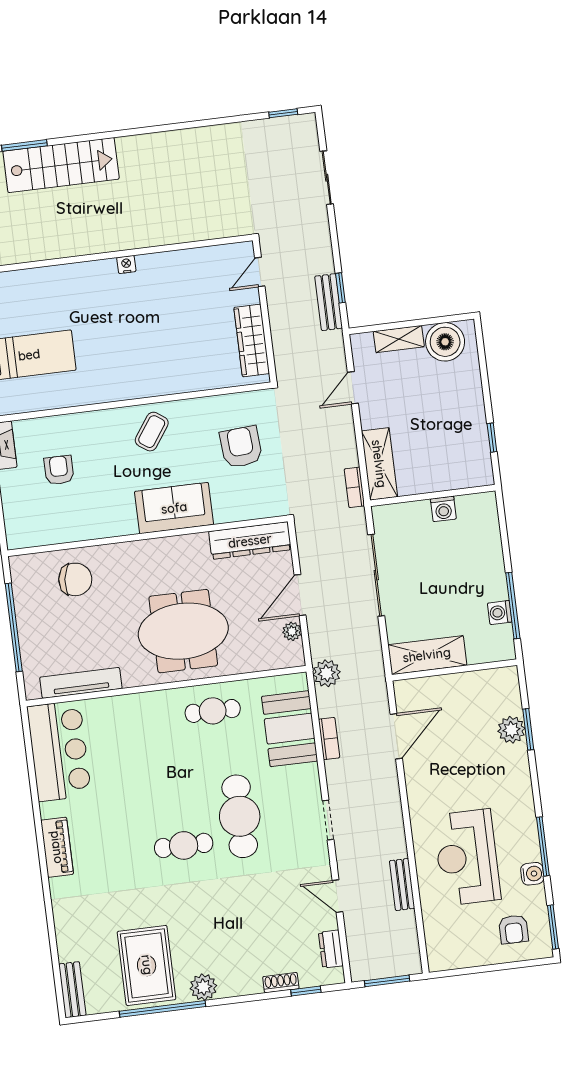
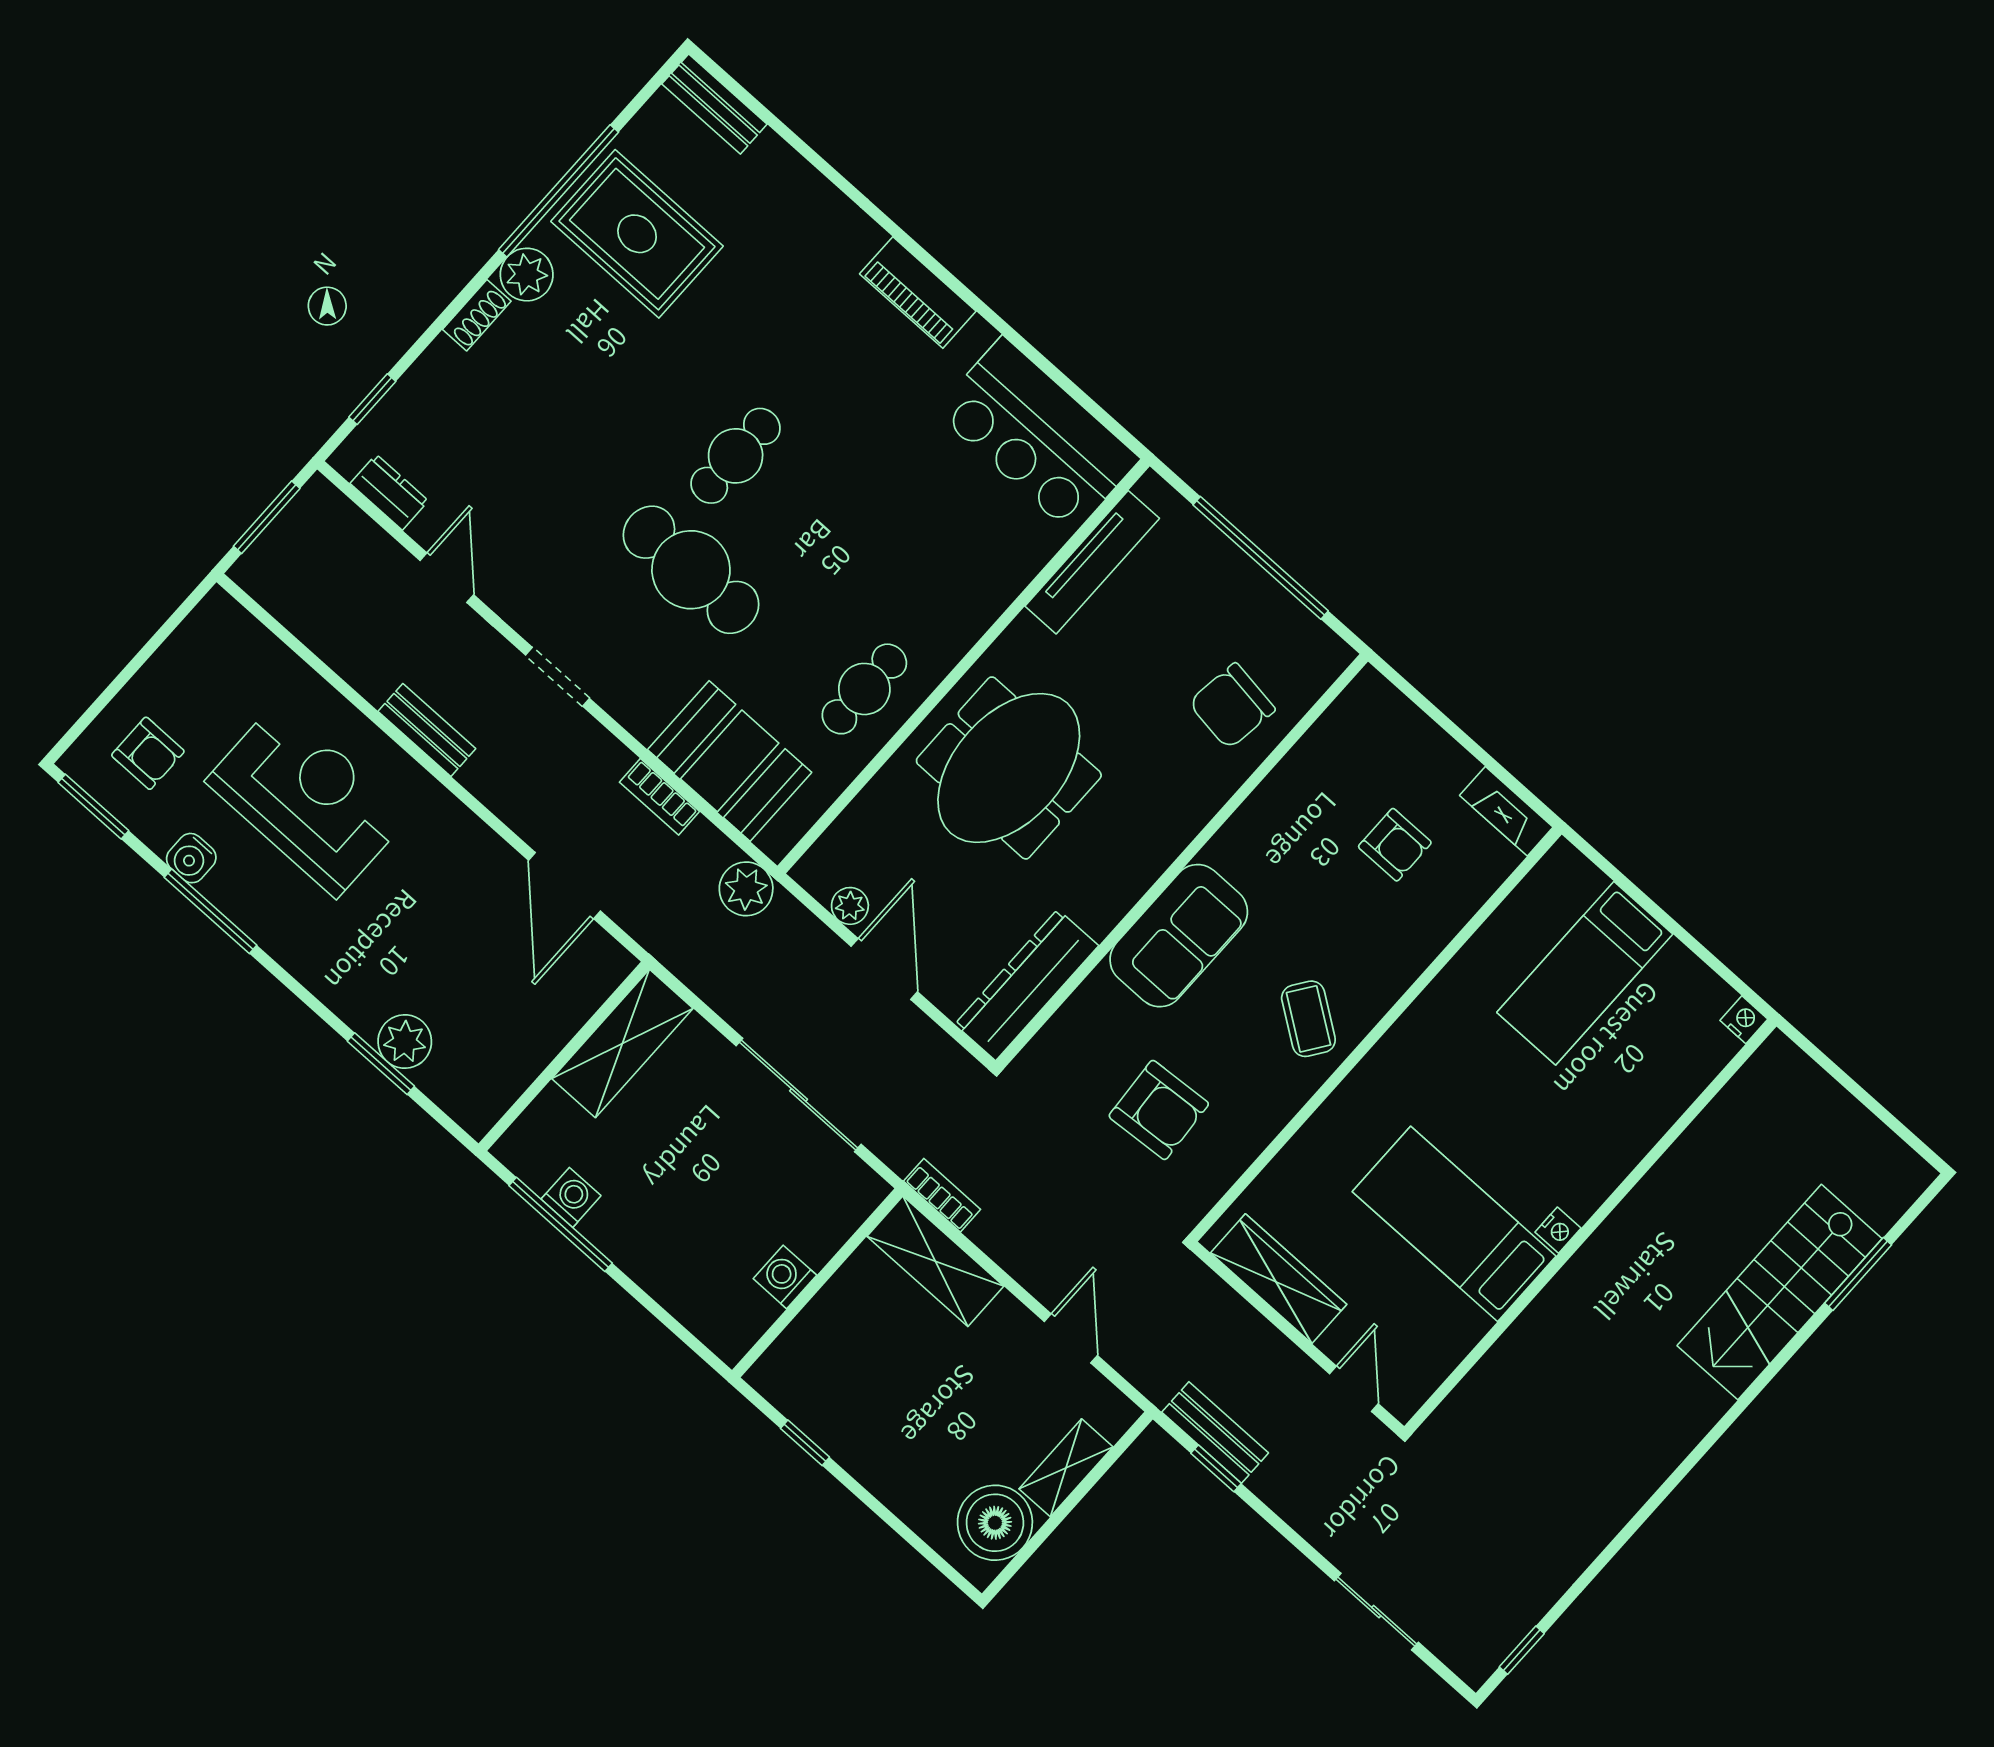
bed: (165, 302) -> (1454, 1224), added
bench: (402, 885) -> (427, 730), moved
door: (337, 896) -> (447, 578), hinge flipped
armchair: (514, 929) -> (148, 753), turned 180
shoe rack: (281, 983) -> (477, 315), moved

